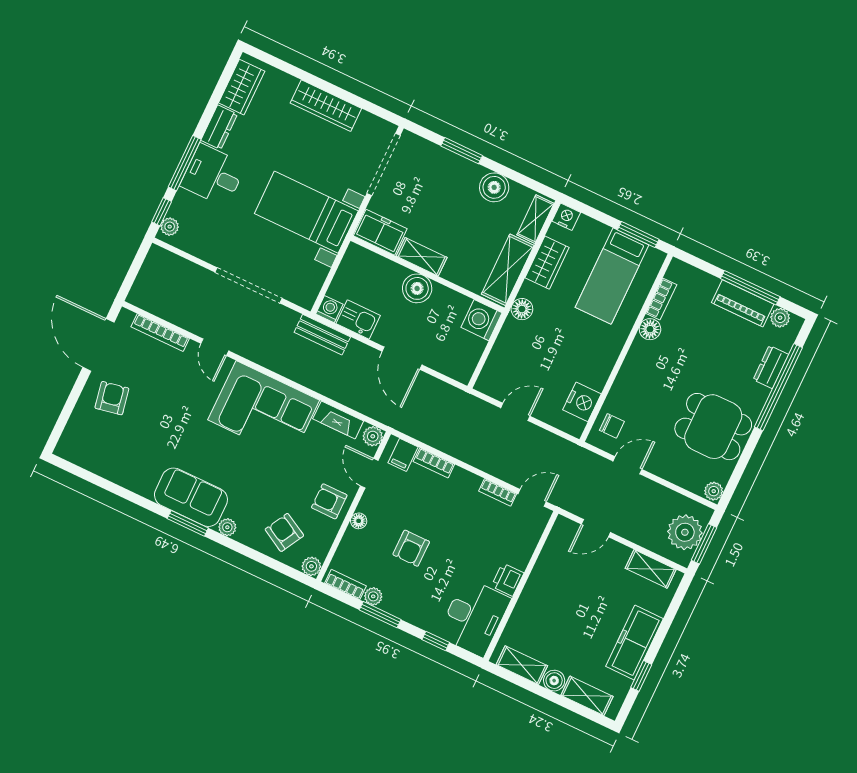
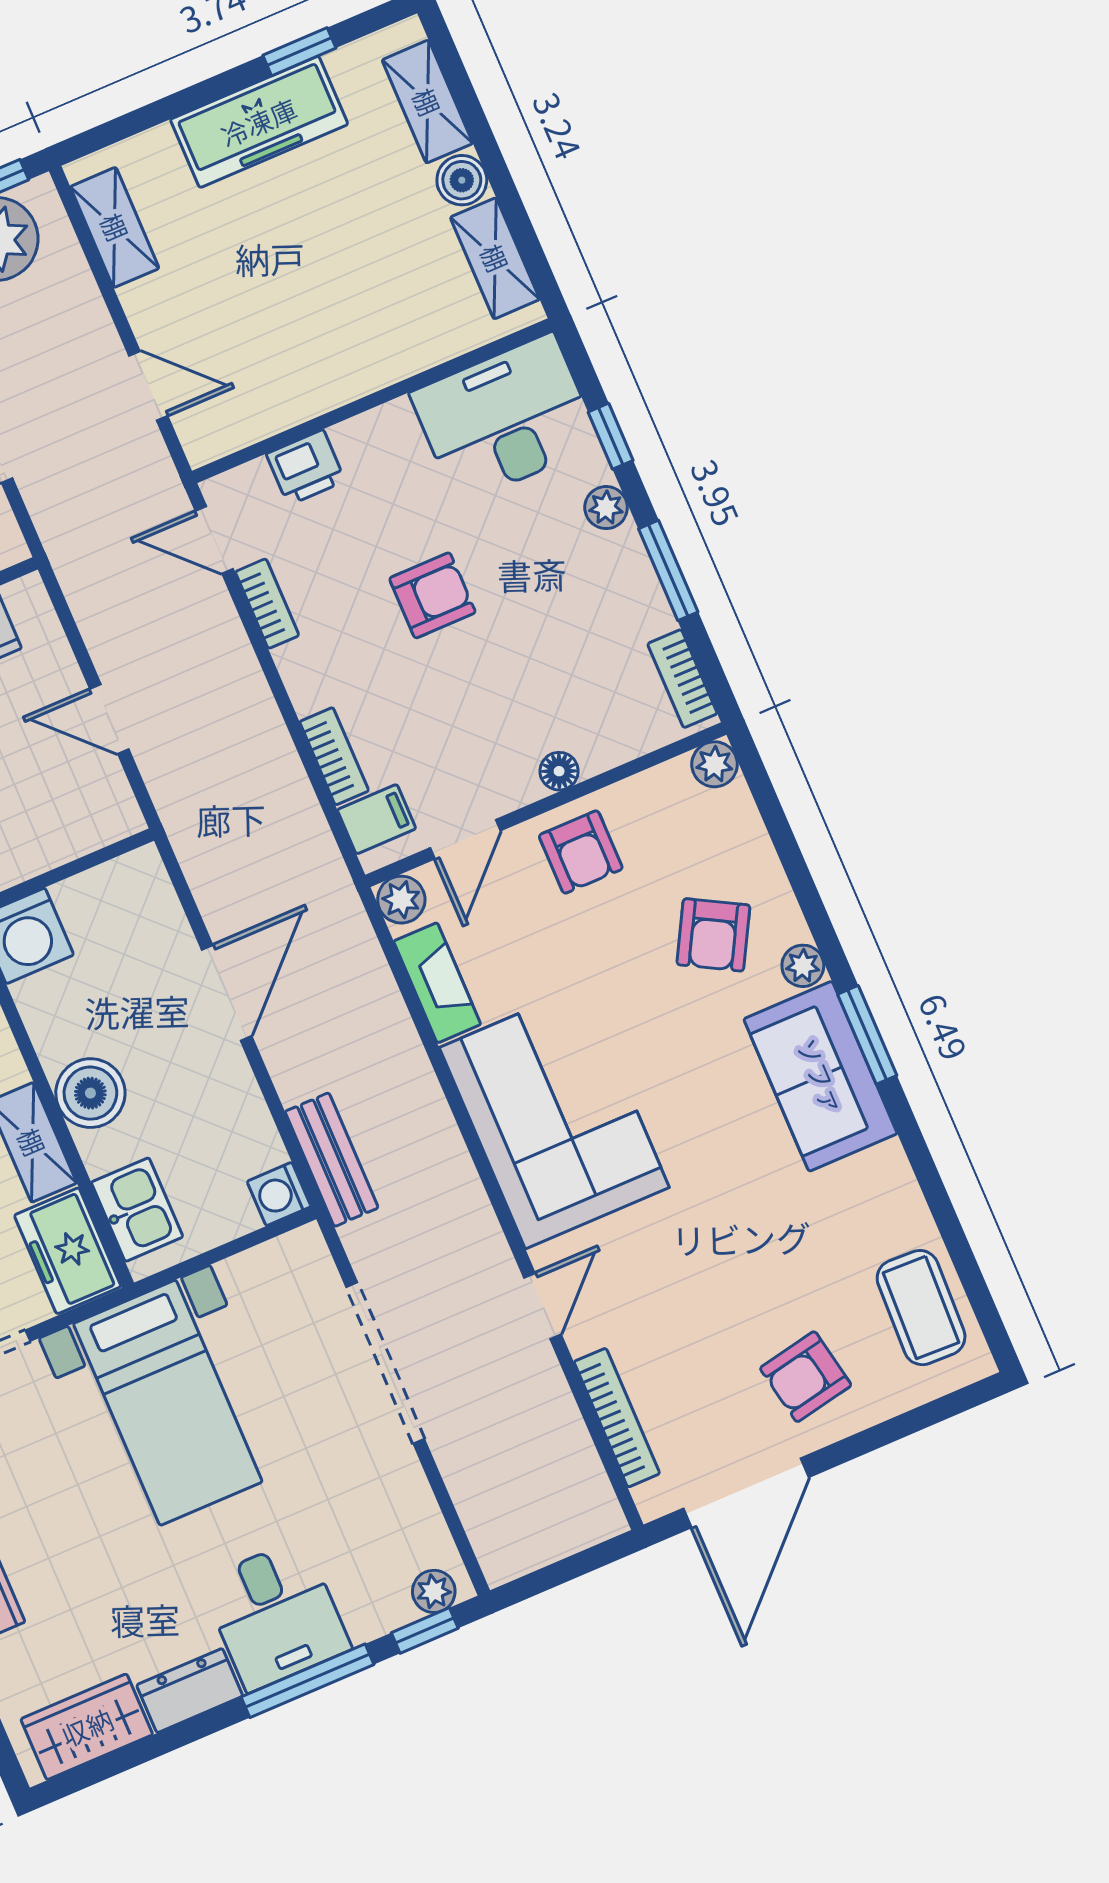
kitchen sink: (358, 320) -> (137, 1210), moved, turned 180
coffee table: (95, 452) -> (921, 1308), added
armchair: (284, 532) -> (713, 935), moved
armchair: (411, 548) -> (432, 595), moved
printer: (508, 580) -> (306, 467), moved
plant: (373, 596) -> (606, 508), moved

